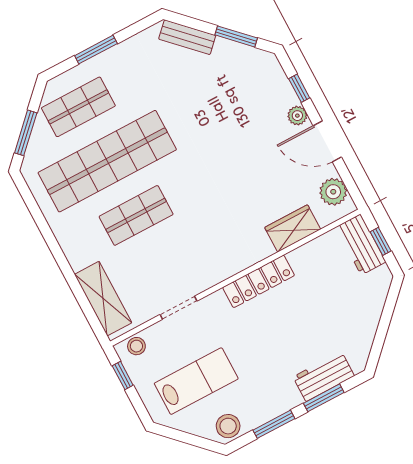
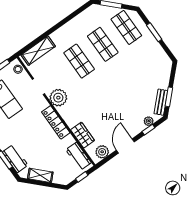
bench: (187, 37) -> (161, 102), moved
plant: (297, 116) -> (149, 121), moved
shop shelf: (107, 161) -> (103, 44), width x0.50, depth x0.74
workbench: (361, 245) -> (78, 156), moved, turned -90
plant: (207, 269) -> (58, 98), added
shelving: (366, 328) -> (40, 175), added

